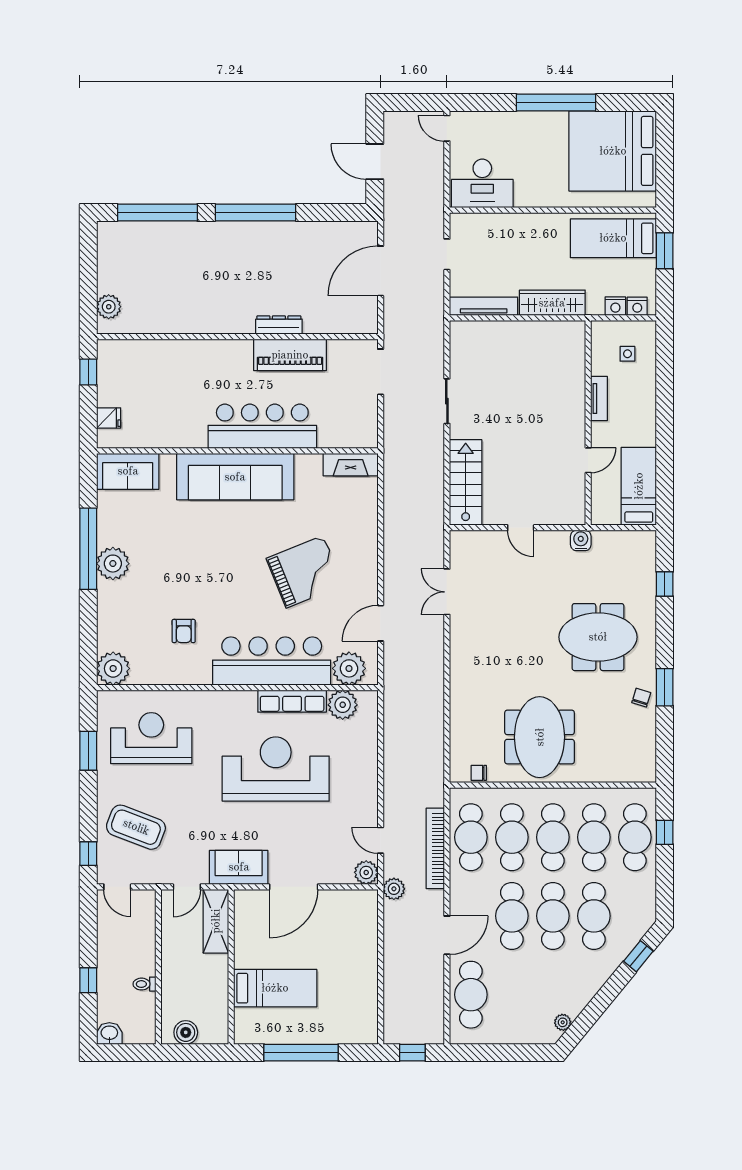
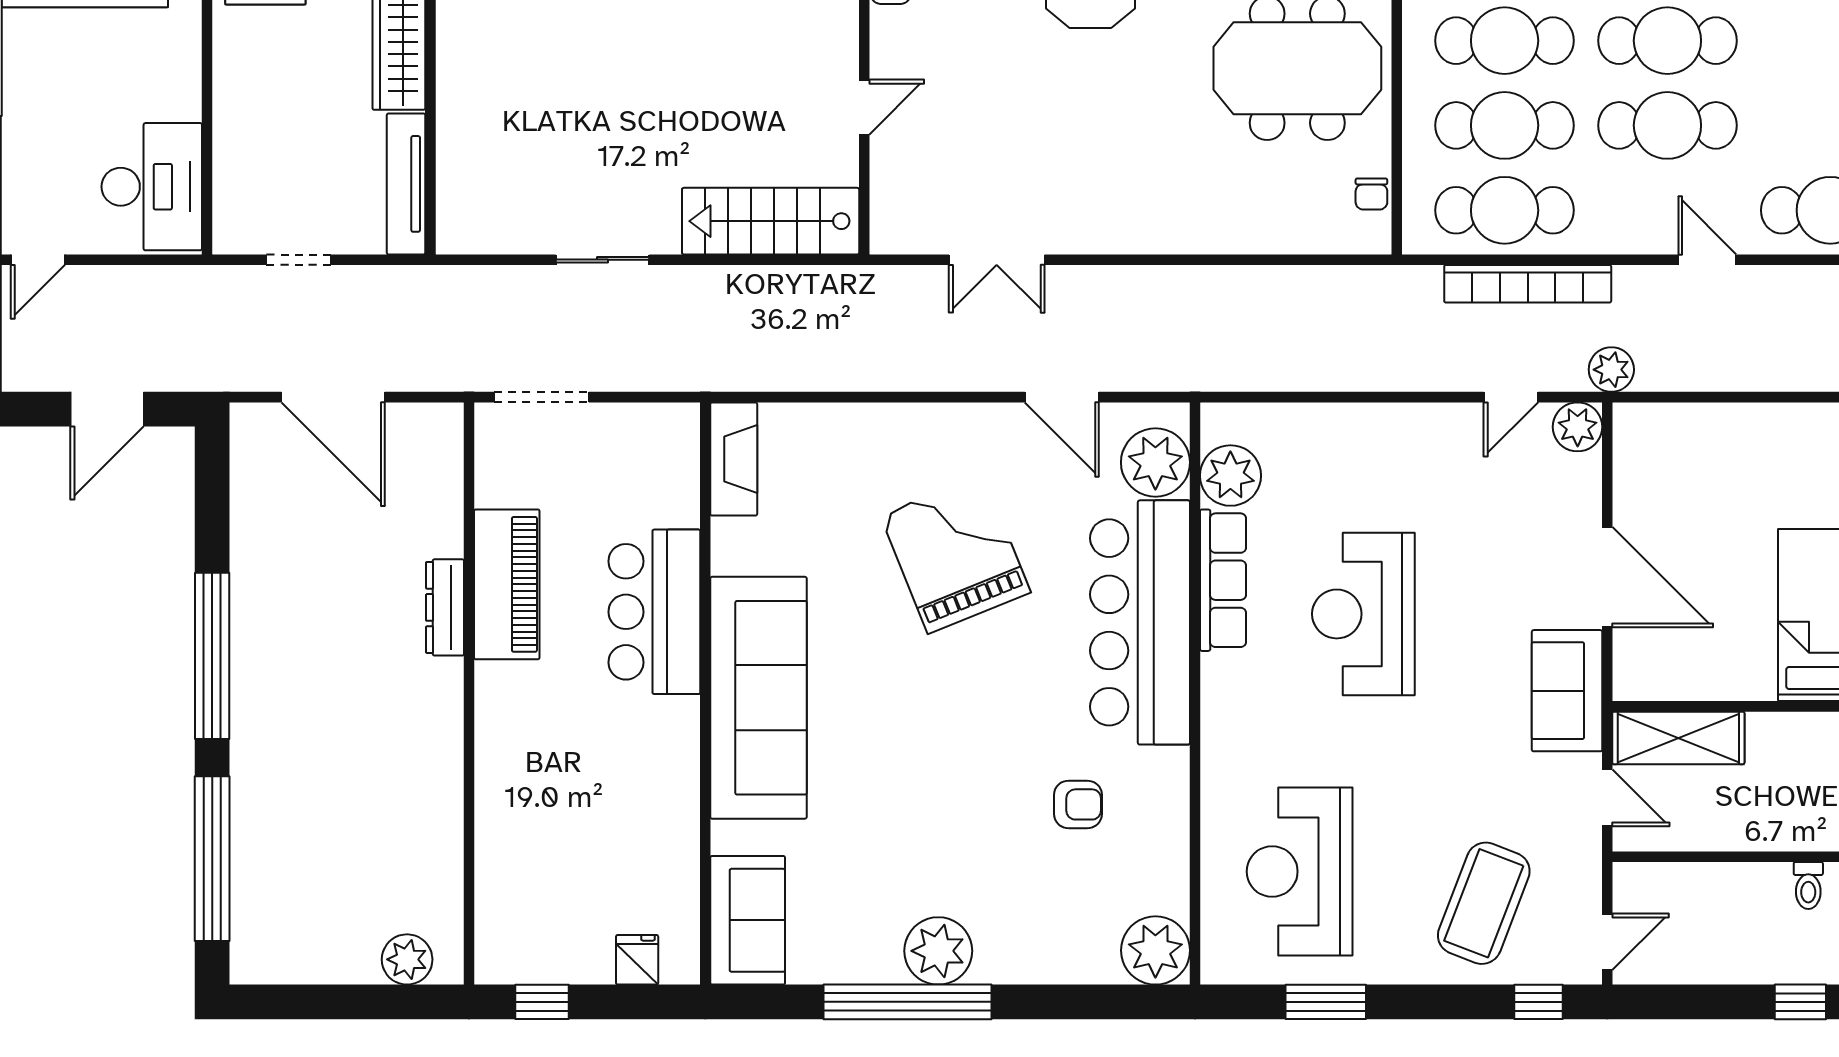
bar counter: (262, 426) -> (654, 612), width x0.73
reception desk: (276, 769) -> (1363, 614), width x0.74, depth x0.77
door: (447, 935) -> (1707, 260), width x0.73

